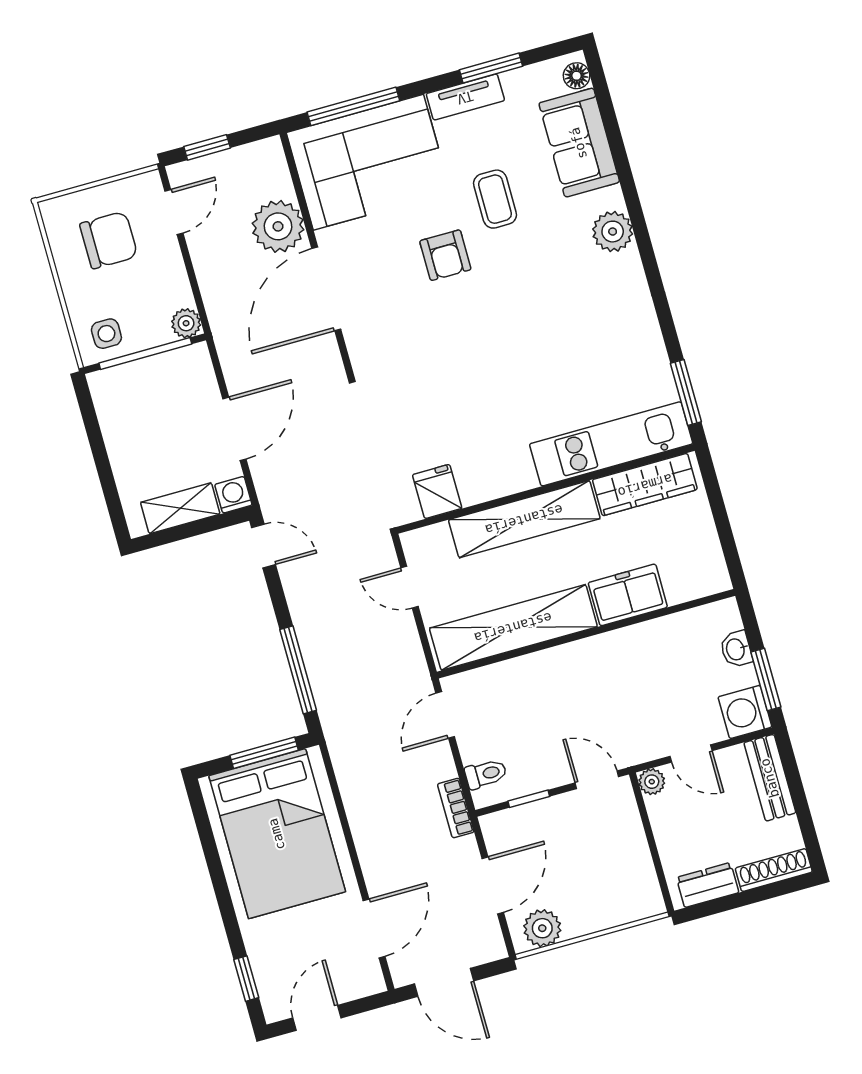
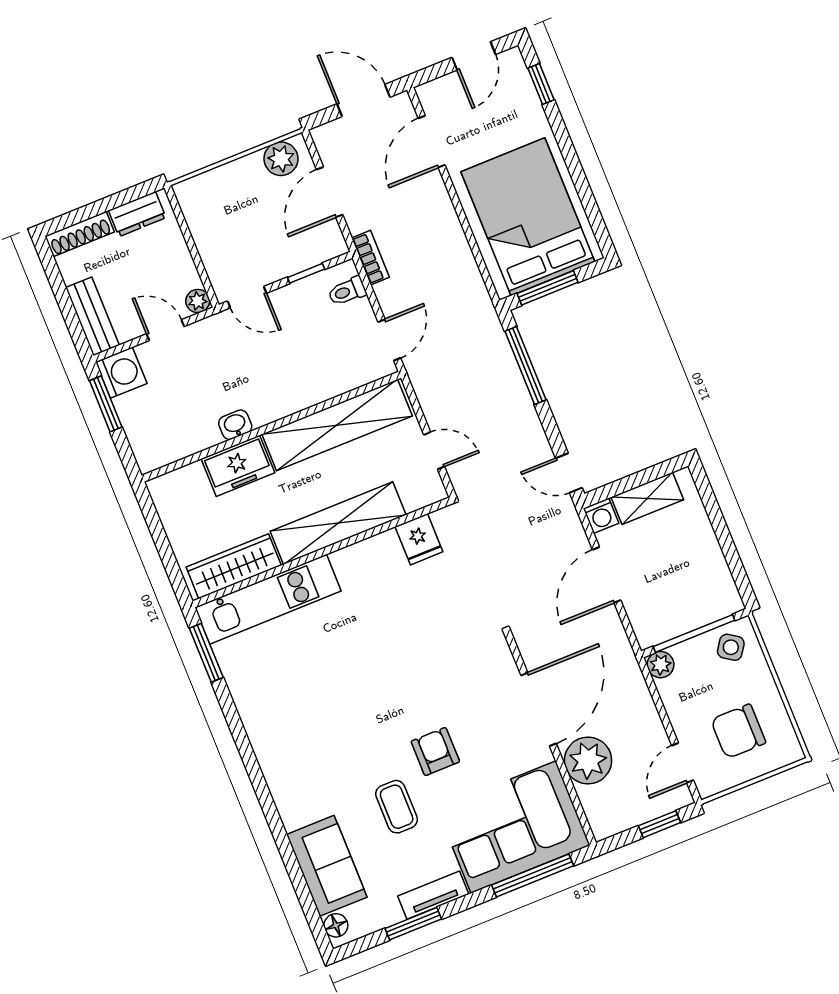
plant: (613, 232) -> (288, 789), removed
side table: (106, 334) -> (731, 647), turned 34
washbasin: (736, 649) -> (235, 425), moved, turned -90

